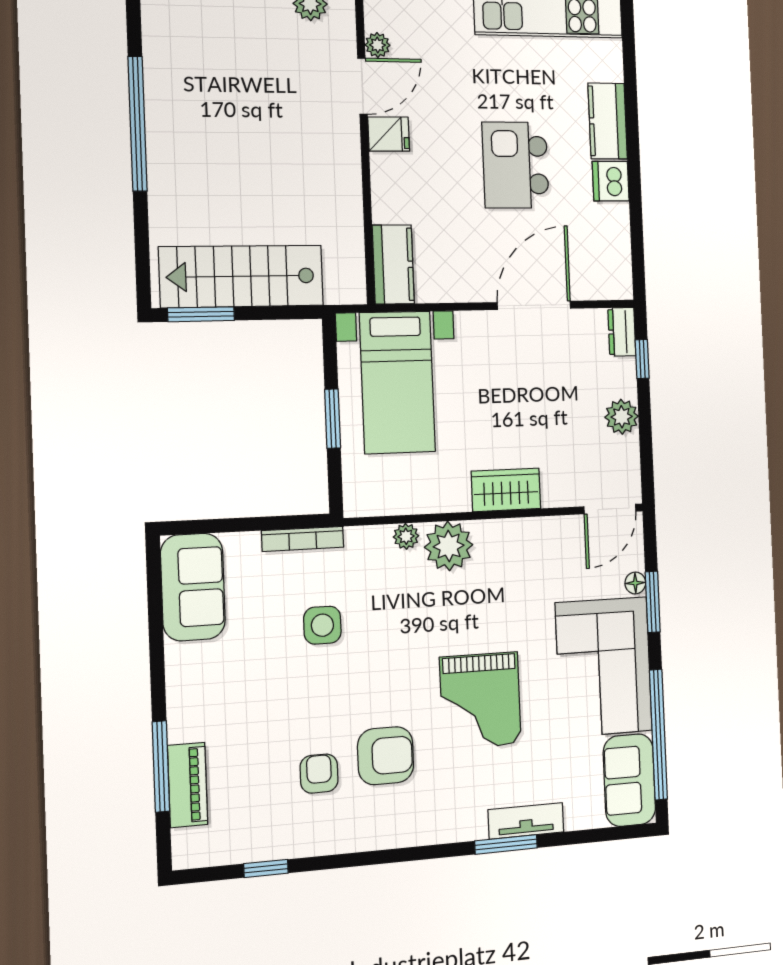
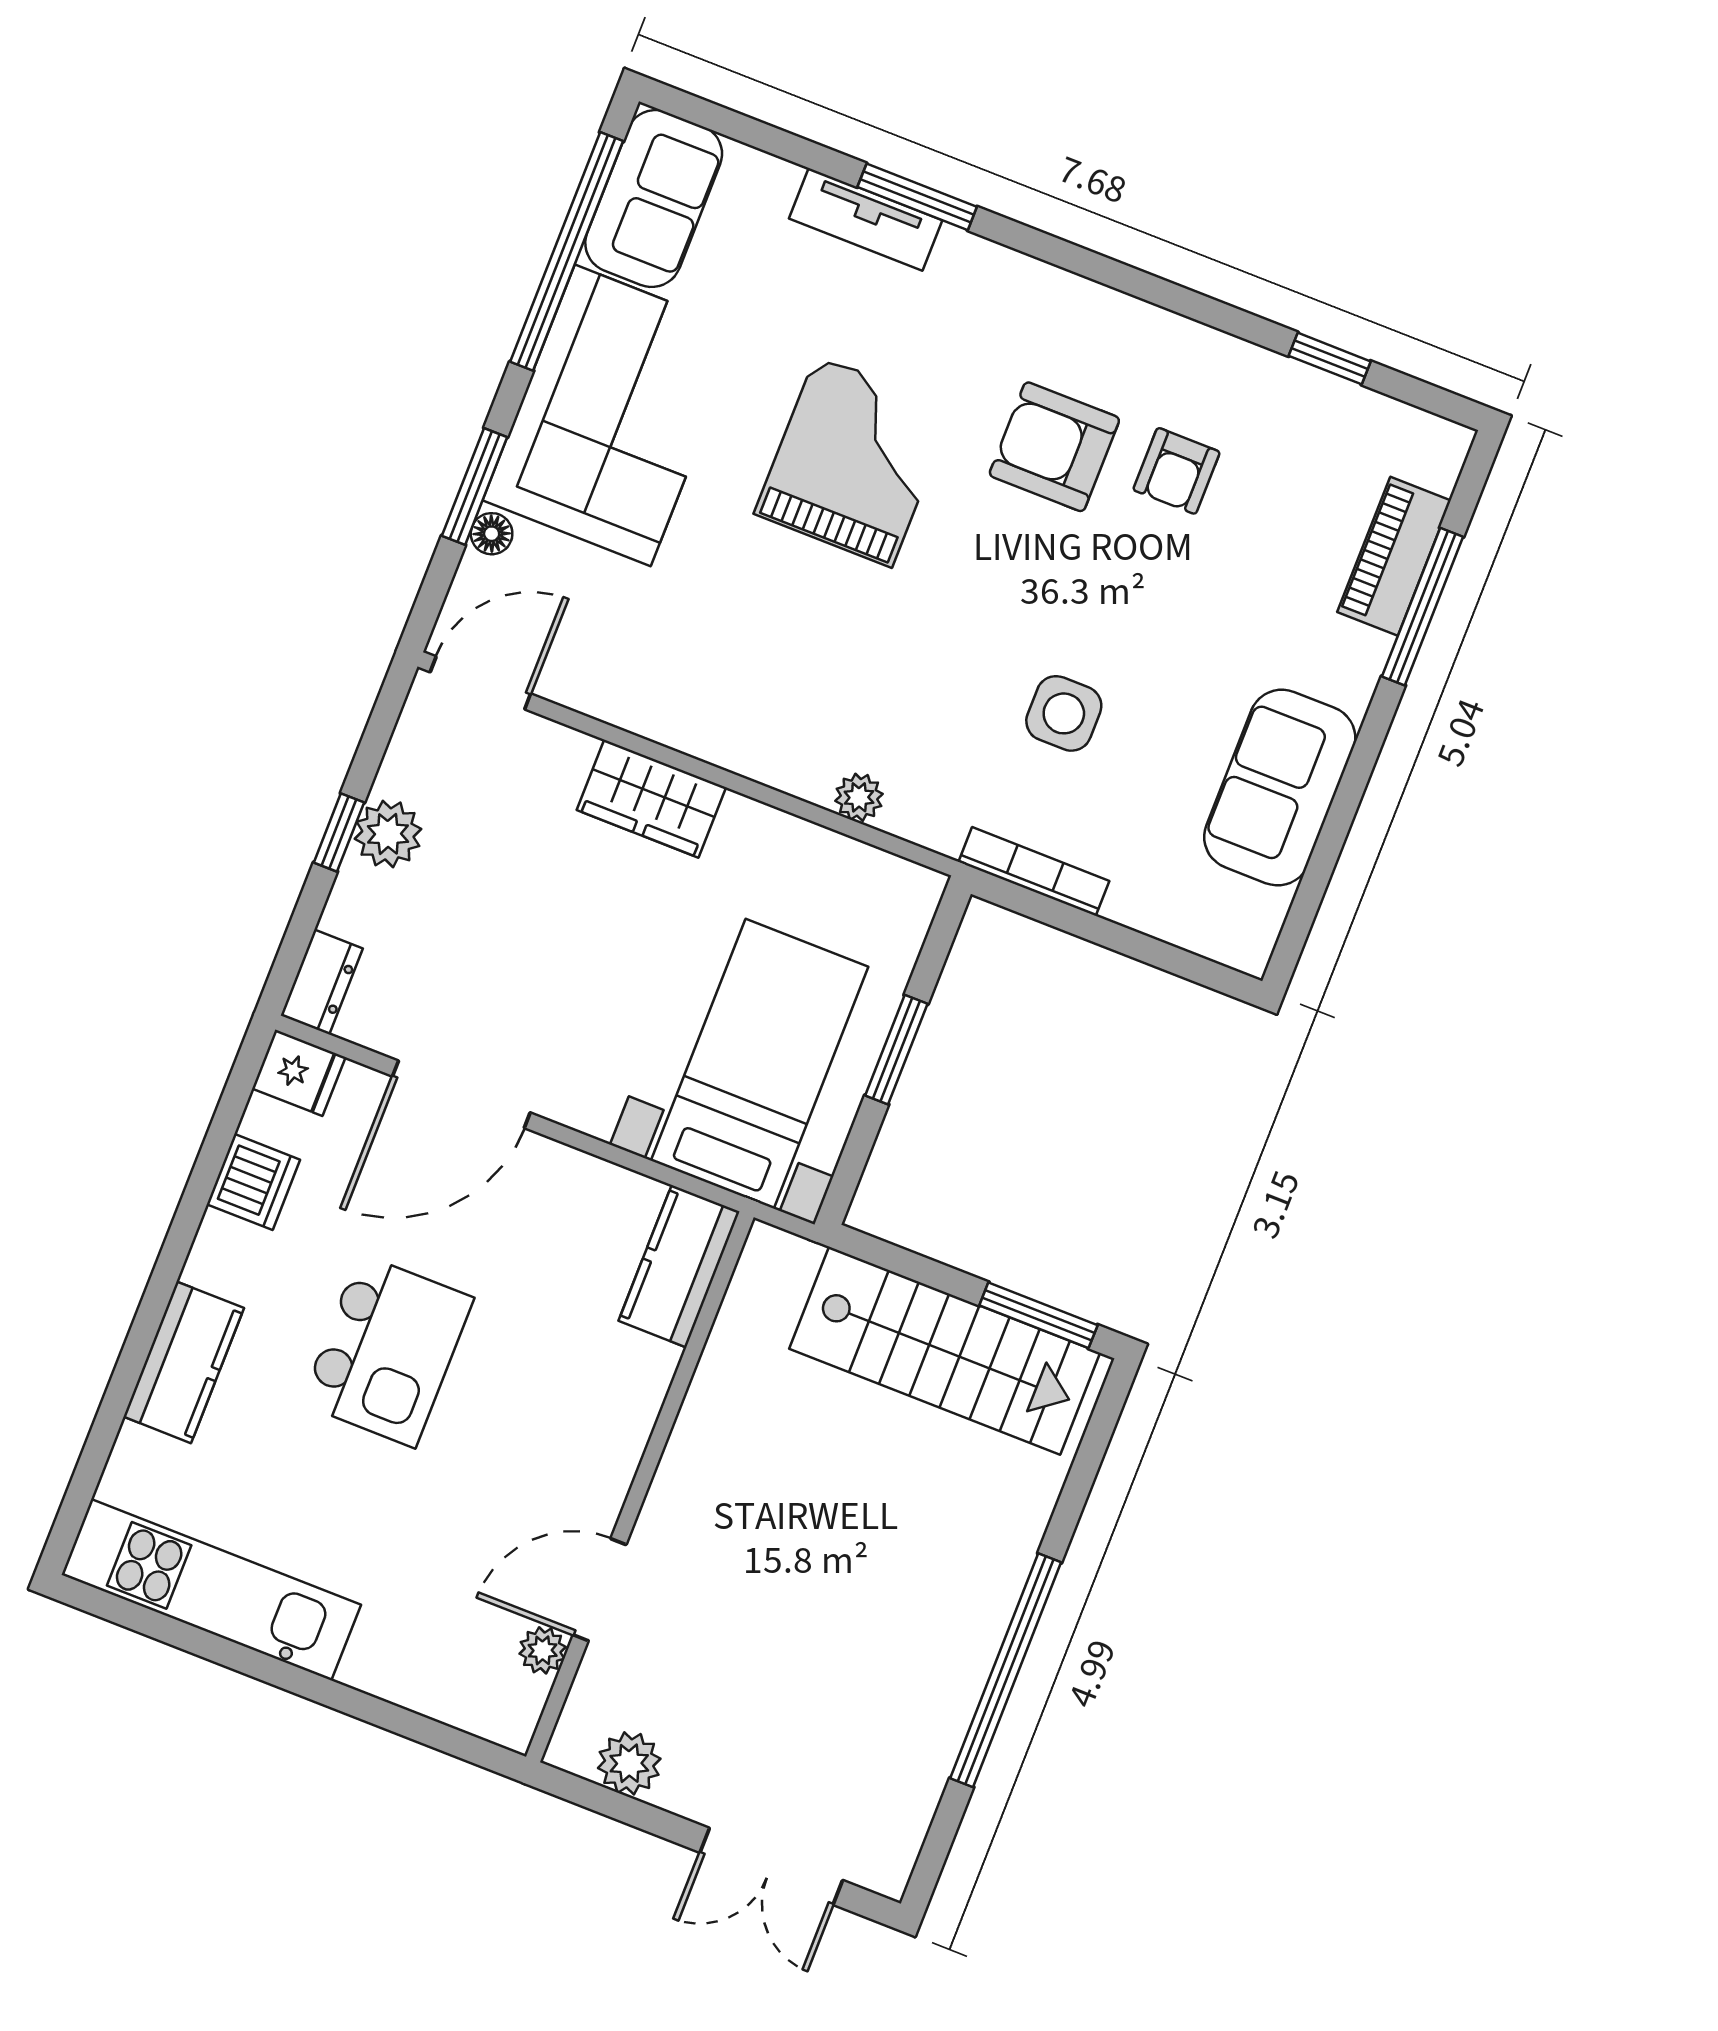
fridge: (389, 134) -> (299, 1073), moved, turned 180
dishwasher: (611, 181) -> (253, 1182), moved
window: (642, 359) -> (339, 833), moved
plant: (449, 546) -> (793, 748), removed
sofa: (193, 587) -> (1280, 788), moved

